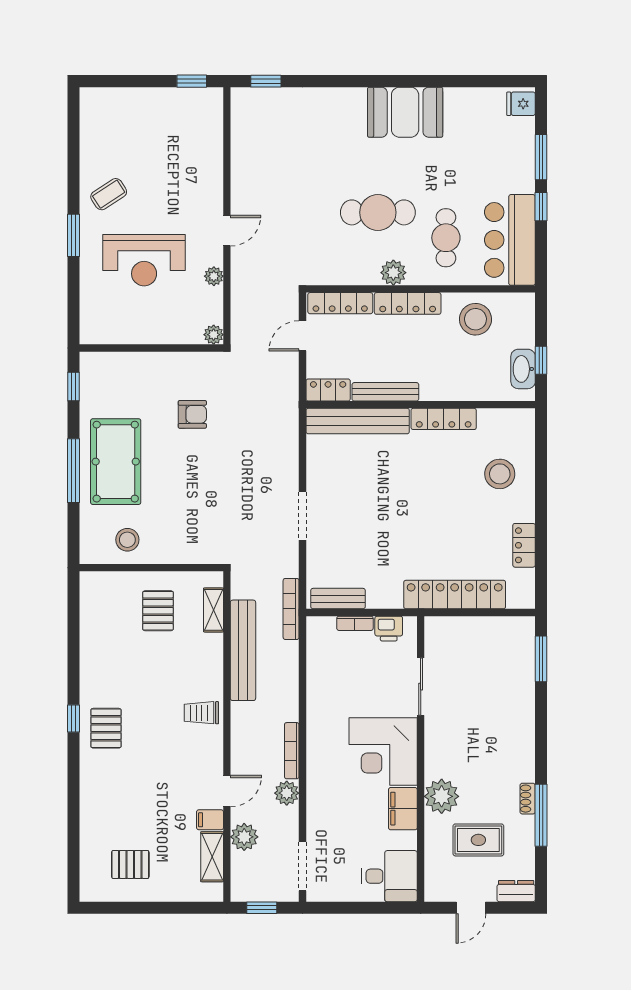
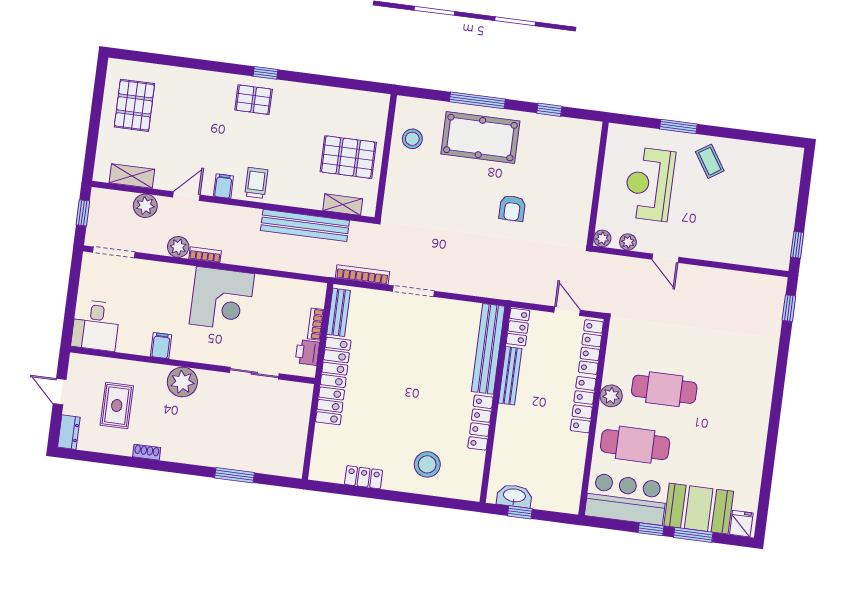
booth: (405, 112) -> (699, 509), moved, turned 90
cafe table: (378, 212) -> (664, 389), turned 90
cafe table: (446, 238) -> (635, 445), width x1.37, depth x1.35
stool: (475, 319) -> (562, 461), removed
plant: (214, 335) -> (602, 238), moved
wall: (151, 348) -> (598, 184), moved
locker: (455, 595) -> (333, 381), moved
bookcase: (291, 609) -> (362, 275), moved
pallet: (158, 611) -> (348, 157), width x1.50, depth x1.42
window: (541, 659) -> (234, 475), moved
bookcase: (292, 751) -> (205, 255), width x0.64
corner desk: (383, 751) -> (222, 299), moved, turned 180
door: (227, 791) -> (186, 196), swing flipped
plant: (442, 796) -> (182, 382), moved
filing cabinet: (403, 809) -> (161, 346), width x0.50
window: (541, 815) -> (131, 462), removed
filing cabinet: (210, 820) -> (223, 186), moved
pallet: (130, 864) -> (134, 105), width x1.50, depth x1.42

